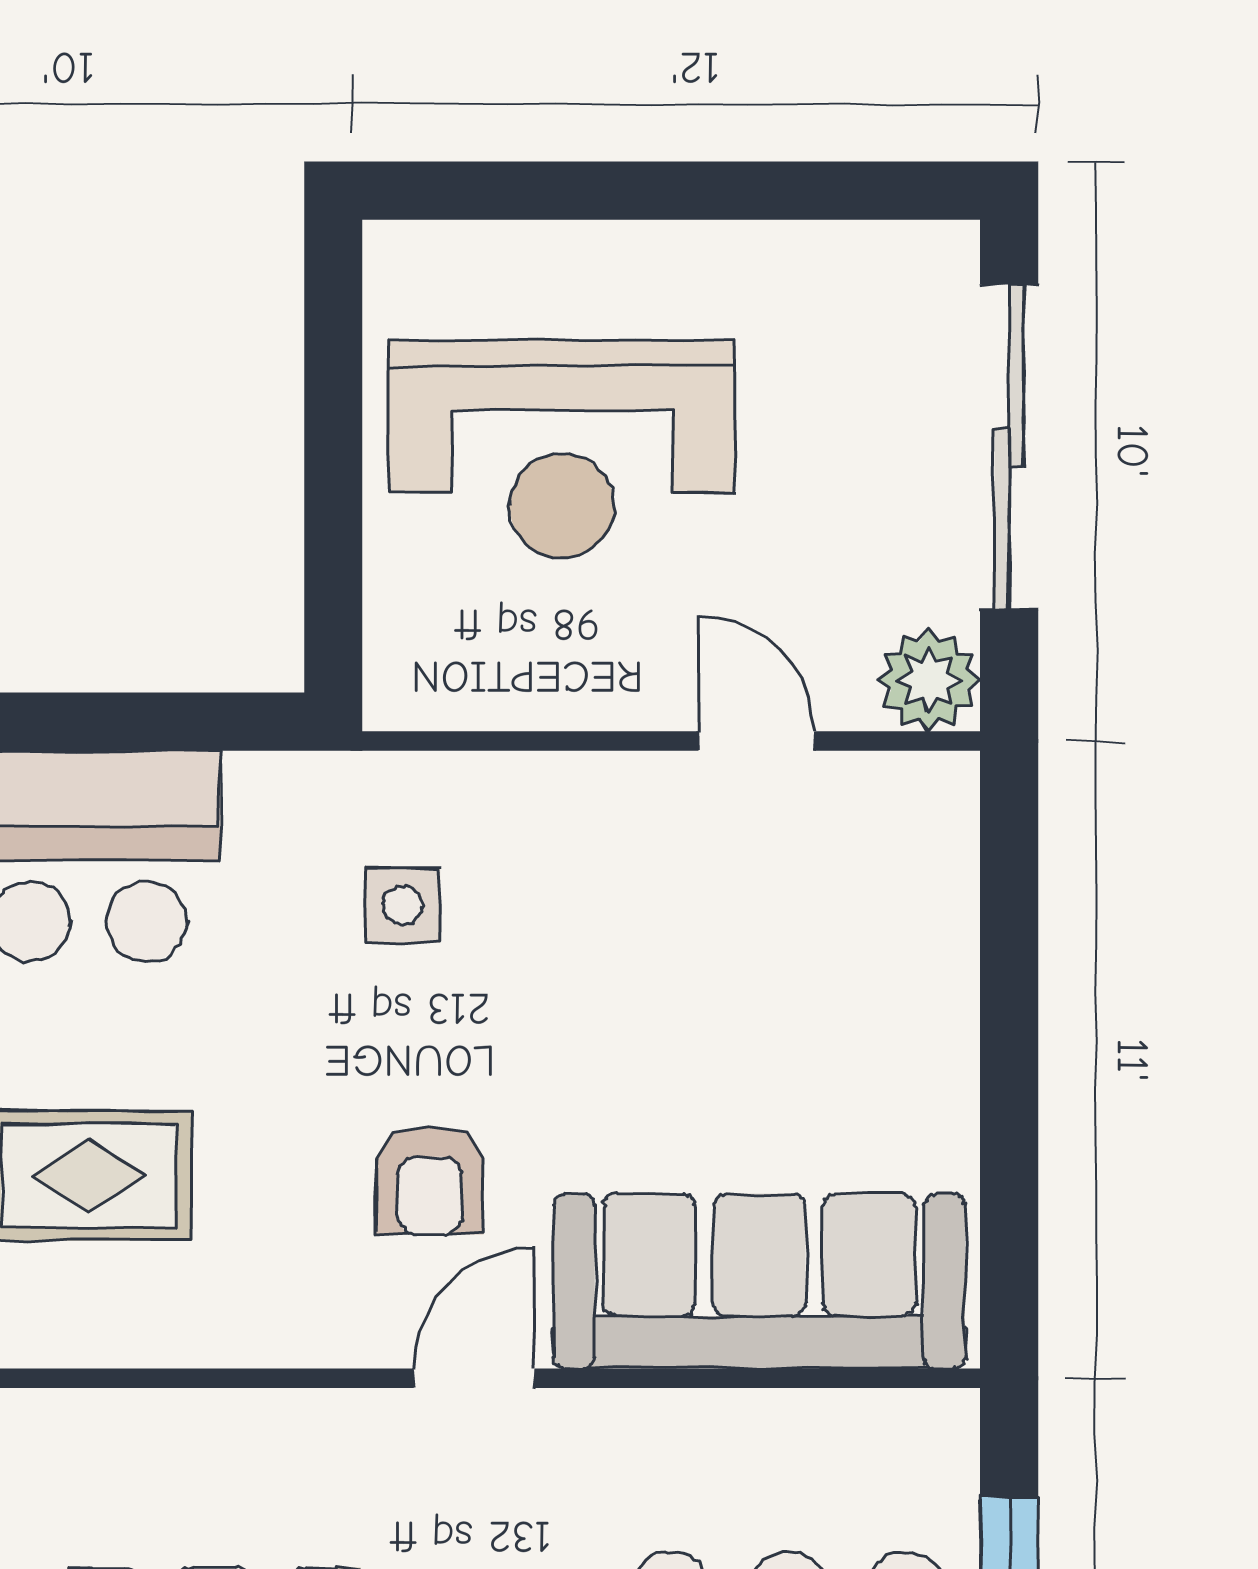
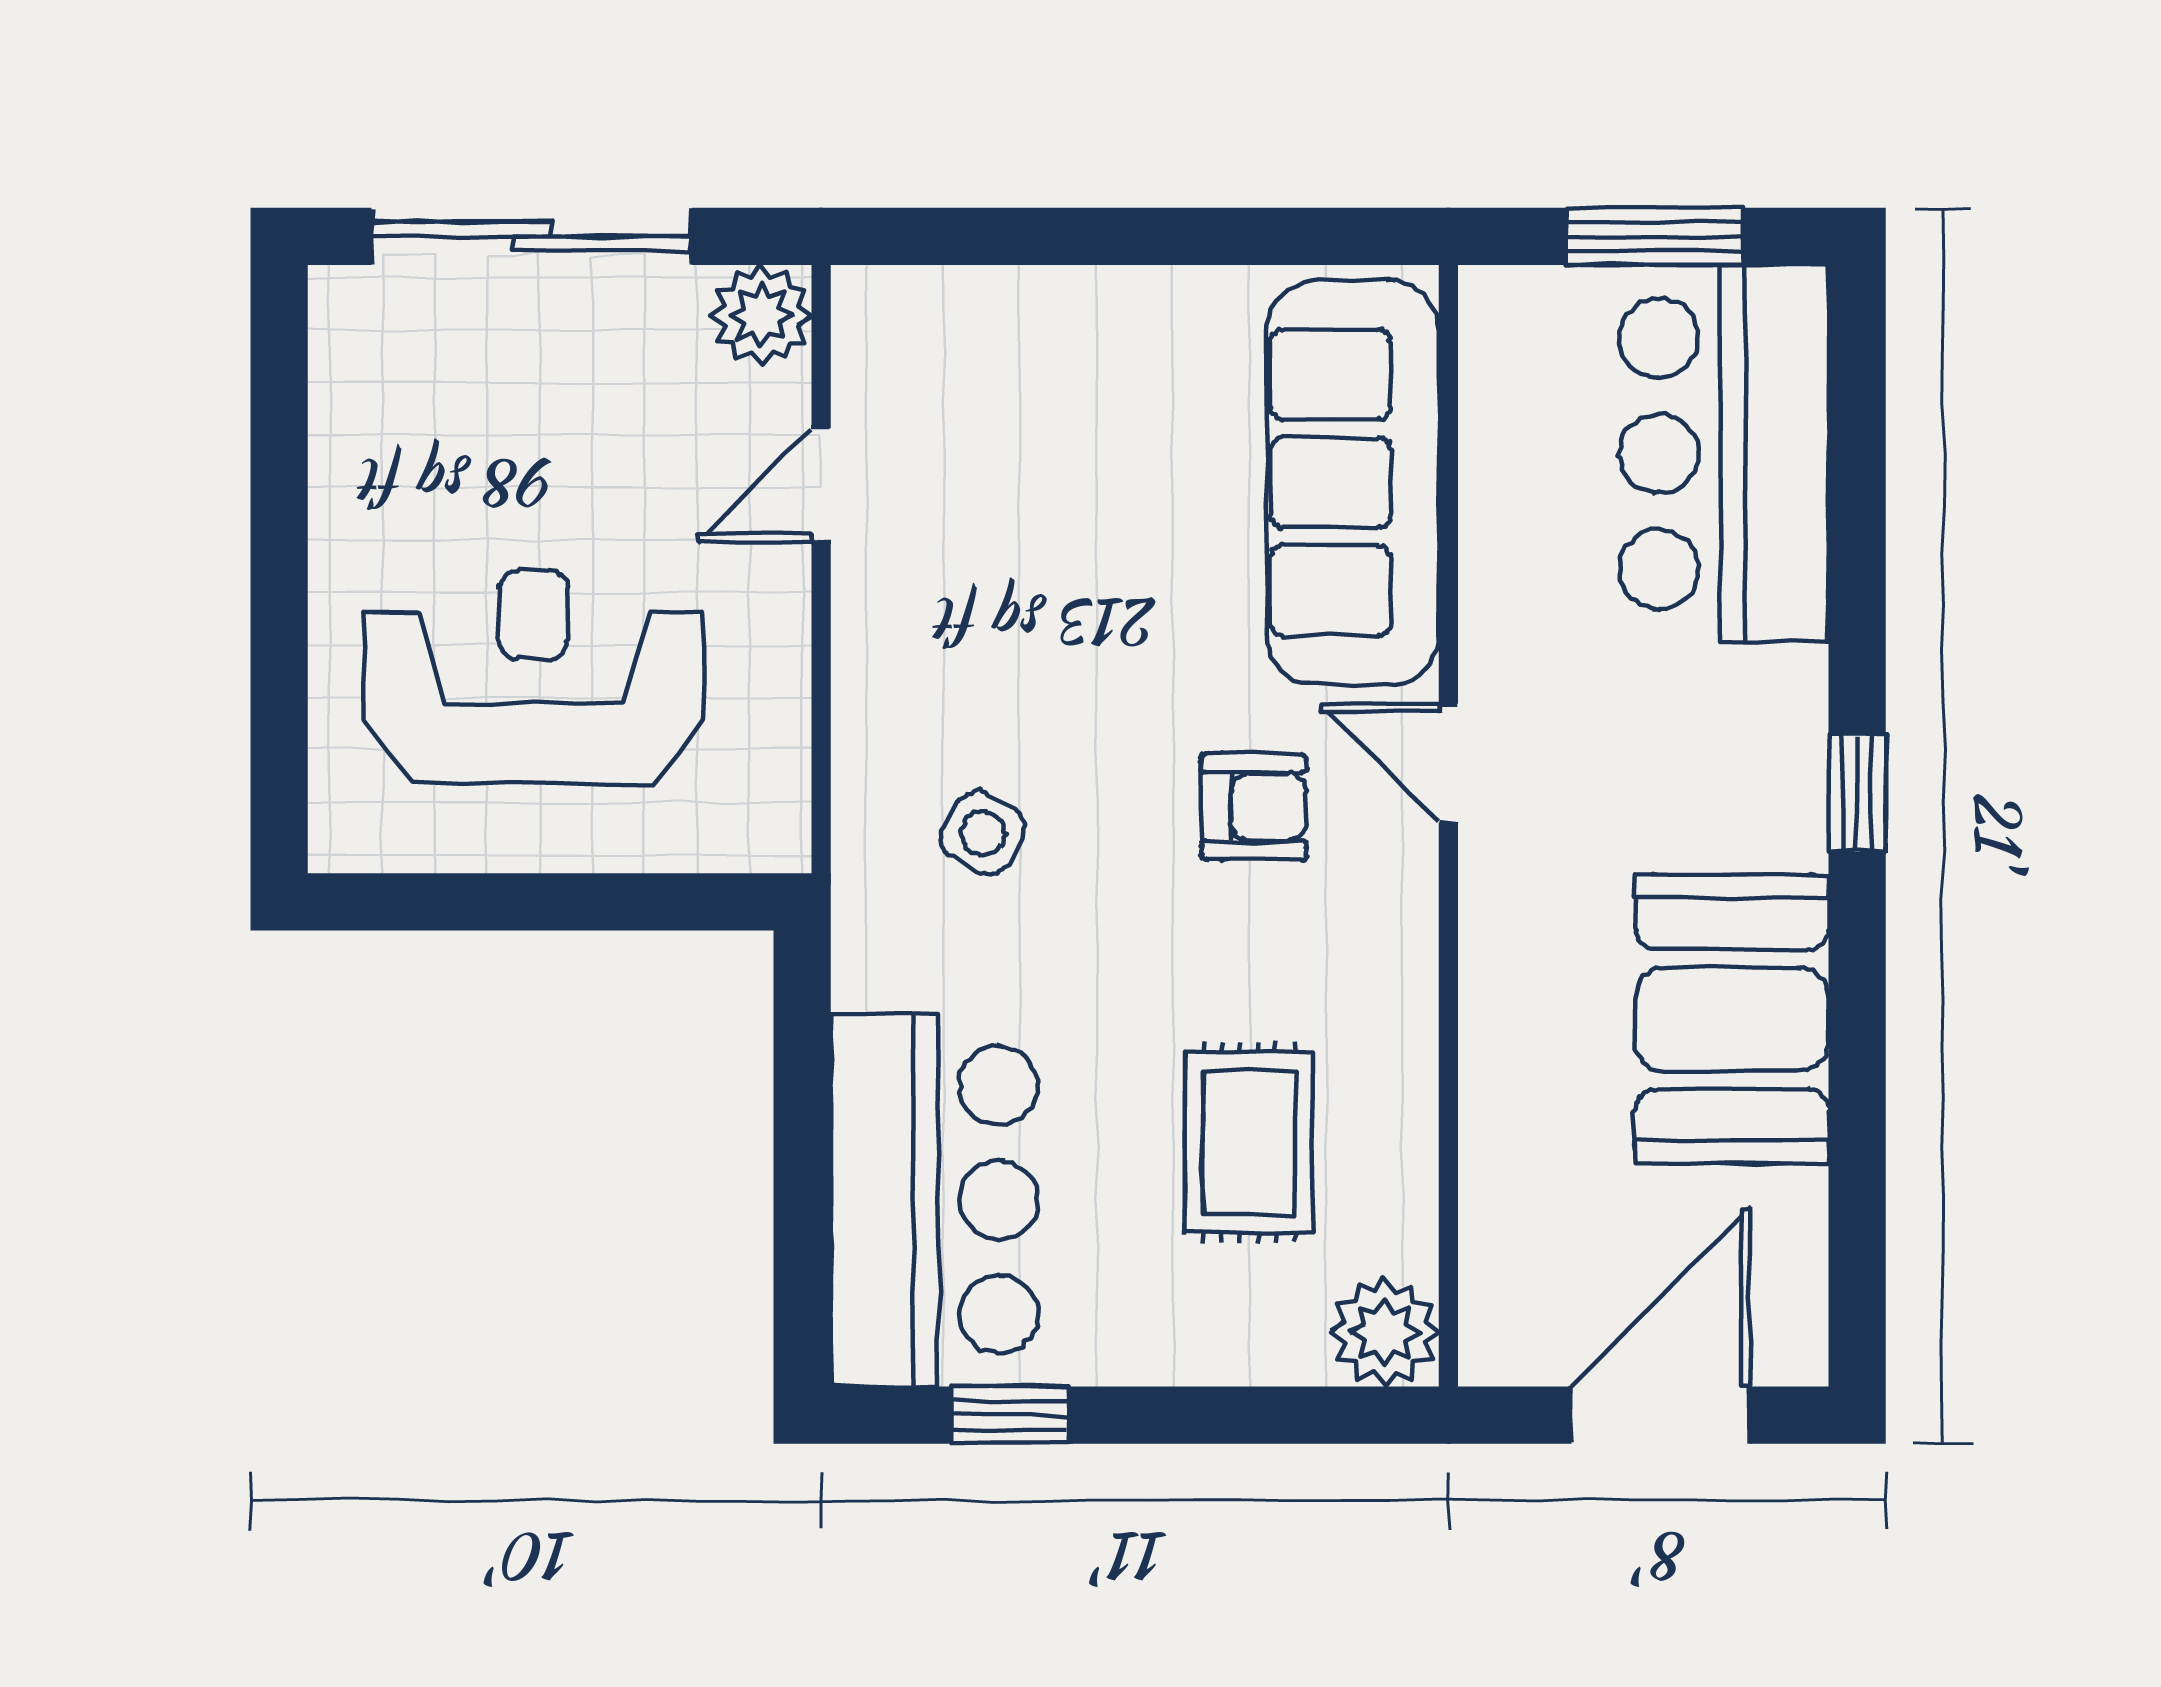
reception desk: (562, 449) -> (534, 677), turned -90
side table: (403, 905) -> (983, 833), turned 30

